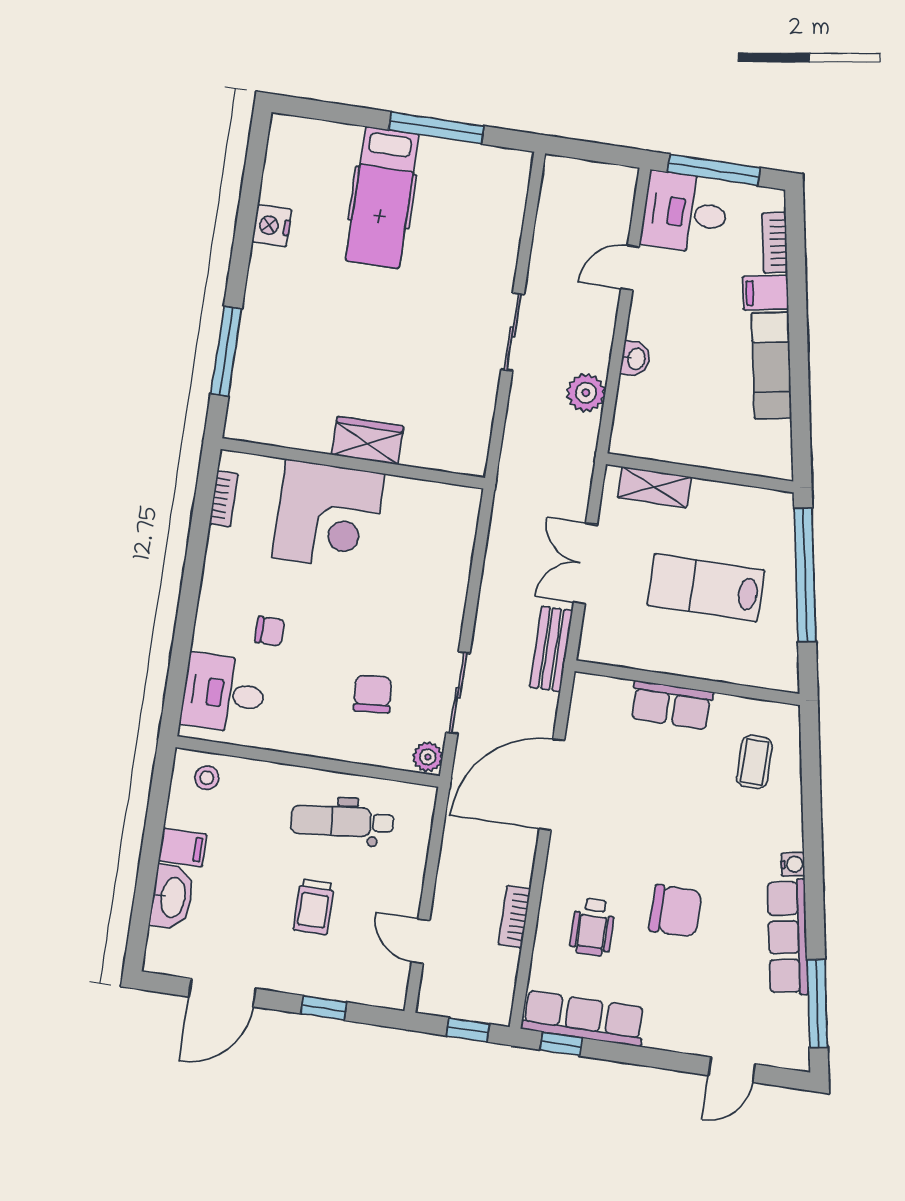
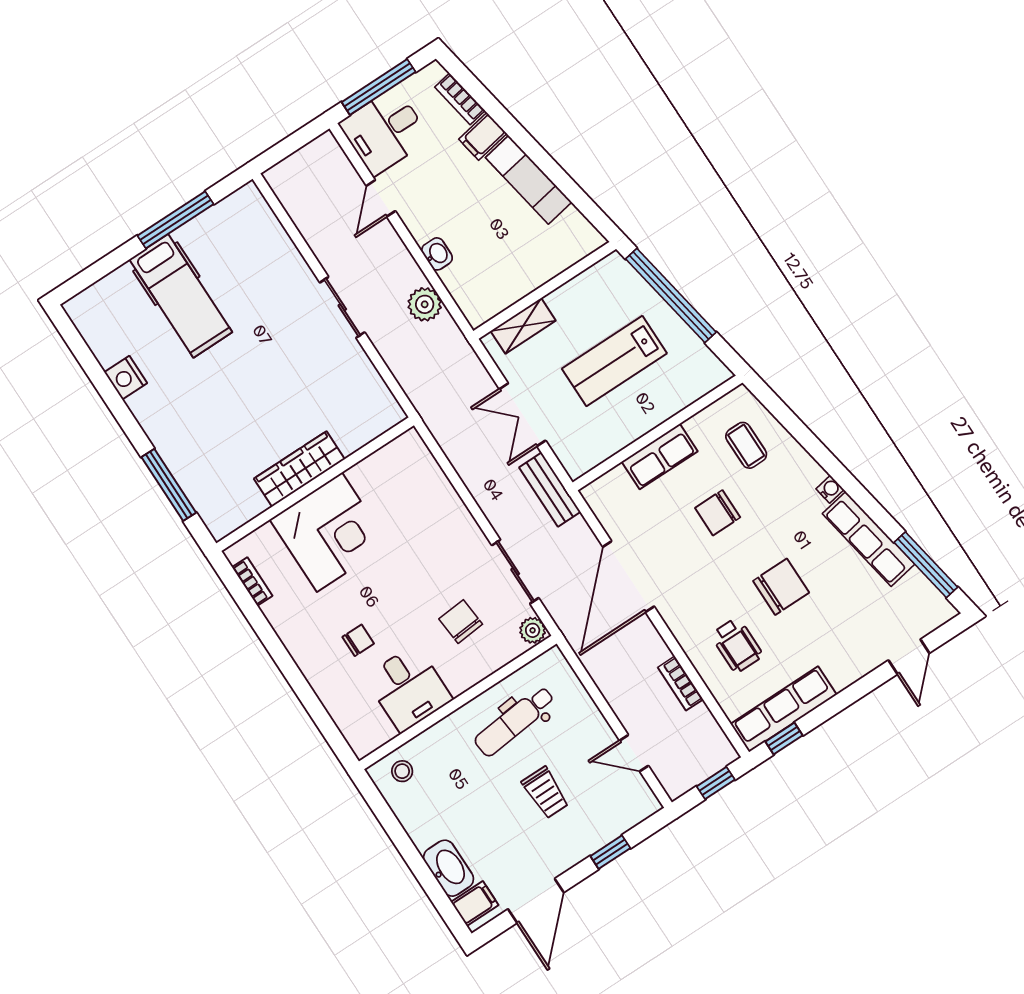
wardrobe: (368, 441) -> (299, 469), width x1.50
desk: (224, 694) -> (408, 688), moved, turned -90
chair: (678, 798) -> (718, 513), added
filing cabinet: (183, 847) -> (475, 903), moved

